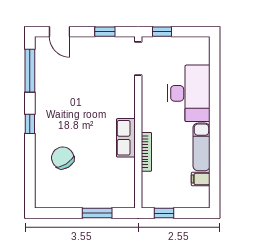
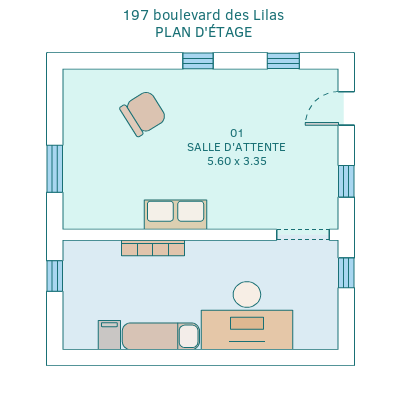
window: (30, 71) -> (283, 61), width x0.46

